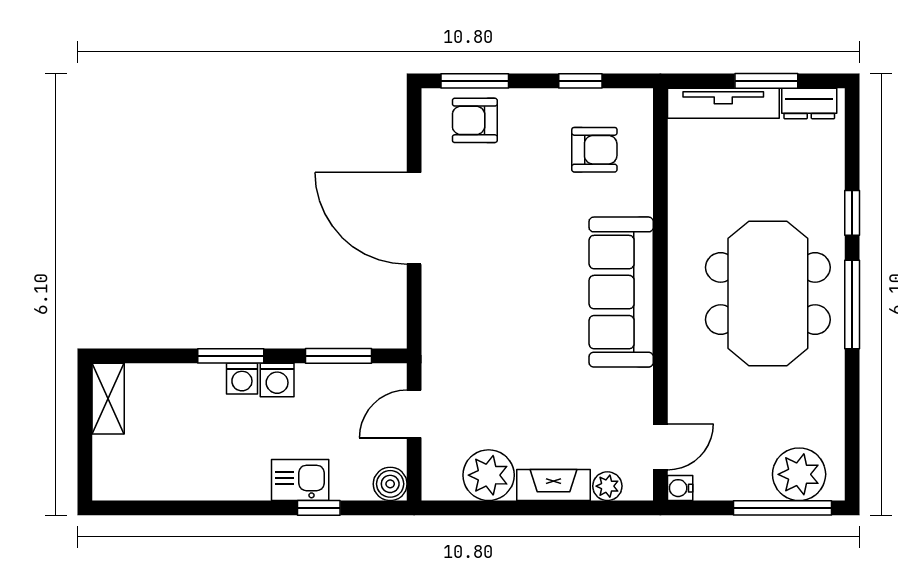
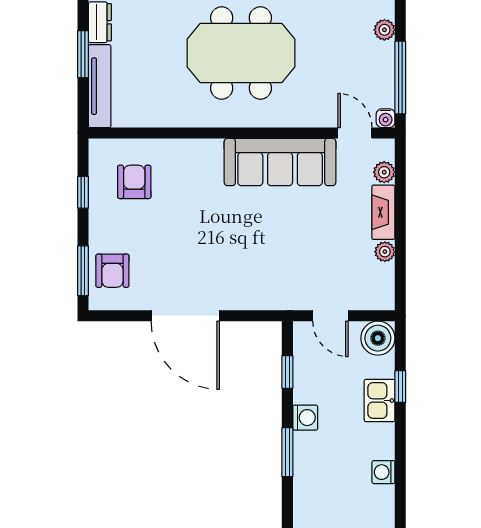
door: (414, 218) -> (185, 316), hinge flipped
sofa: (621, 292) -> (280, 162), moved
window: (339, 356) -> (287, 372), width x0.67
washing machine: (242, 379) -> (383, 472), moved, turned 180
plant: (799, 474) -> (384, 30), width x0.53, depth x0.53
plant: (489, 475) -> (385, 252), width x0.53, depth x0.53
boiler: (390, 484) -> (378, 338), width x1.36, depth x1.36
window: (783, 508) -> (400, 77), moved

